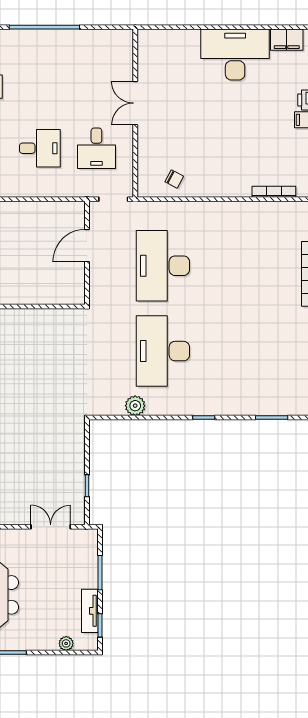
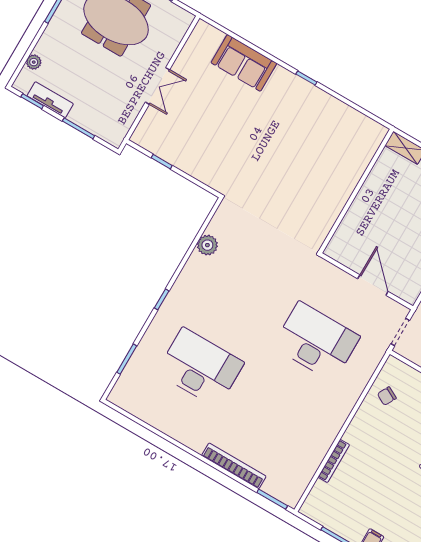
bookcase: (274, 192) -> (334, 461), moved
desk: (163, 351) -> (200, 368), moved
double door: (51, 527) -> (158, 86), moved

